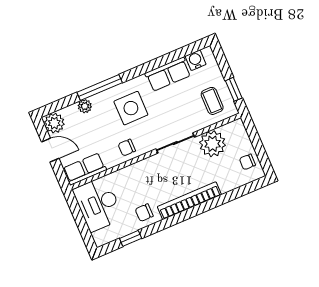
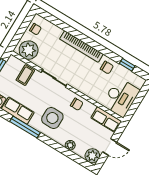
window: (100, 88) -> (25, 127), moved
coffee table: (212, 101) -> (25, 75), moved
plant: (213, 144) -> (29, 50), moved
door: (50, 150) -> (110, 147), swing flipped

